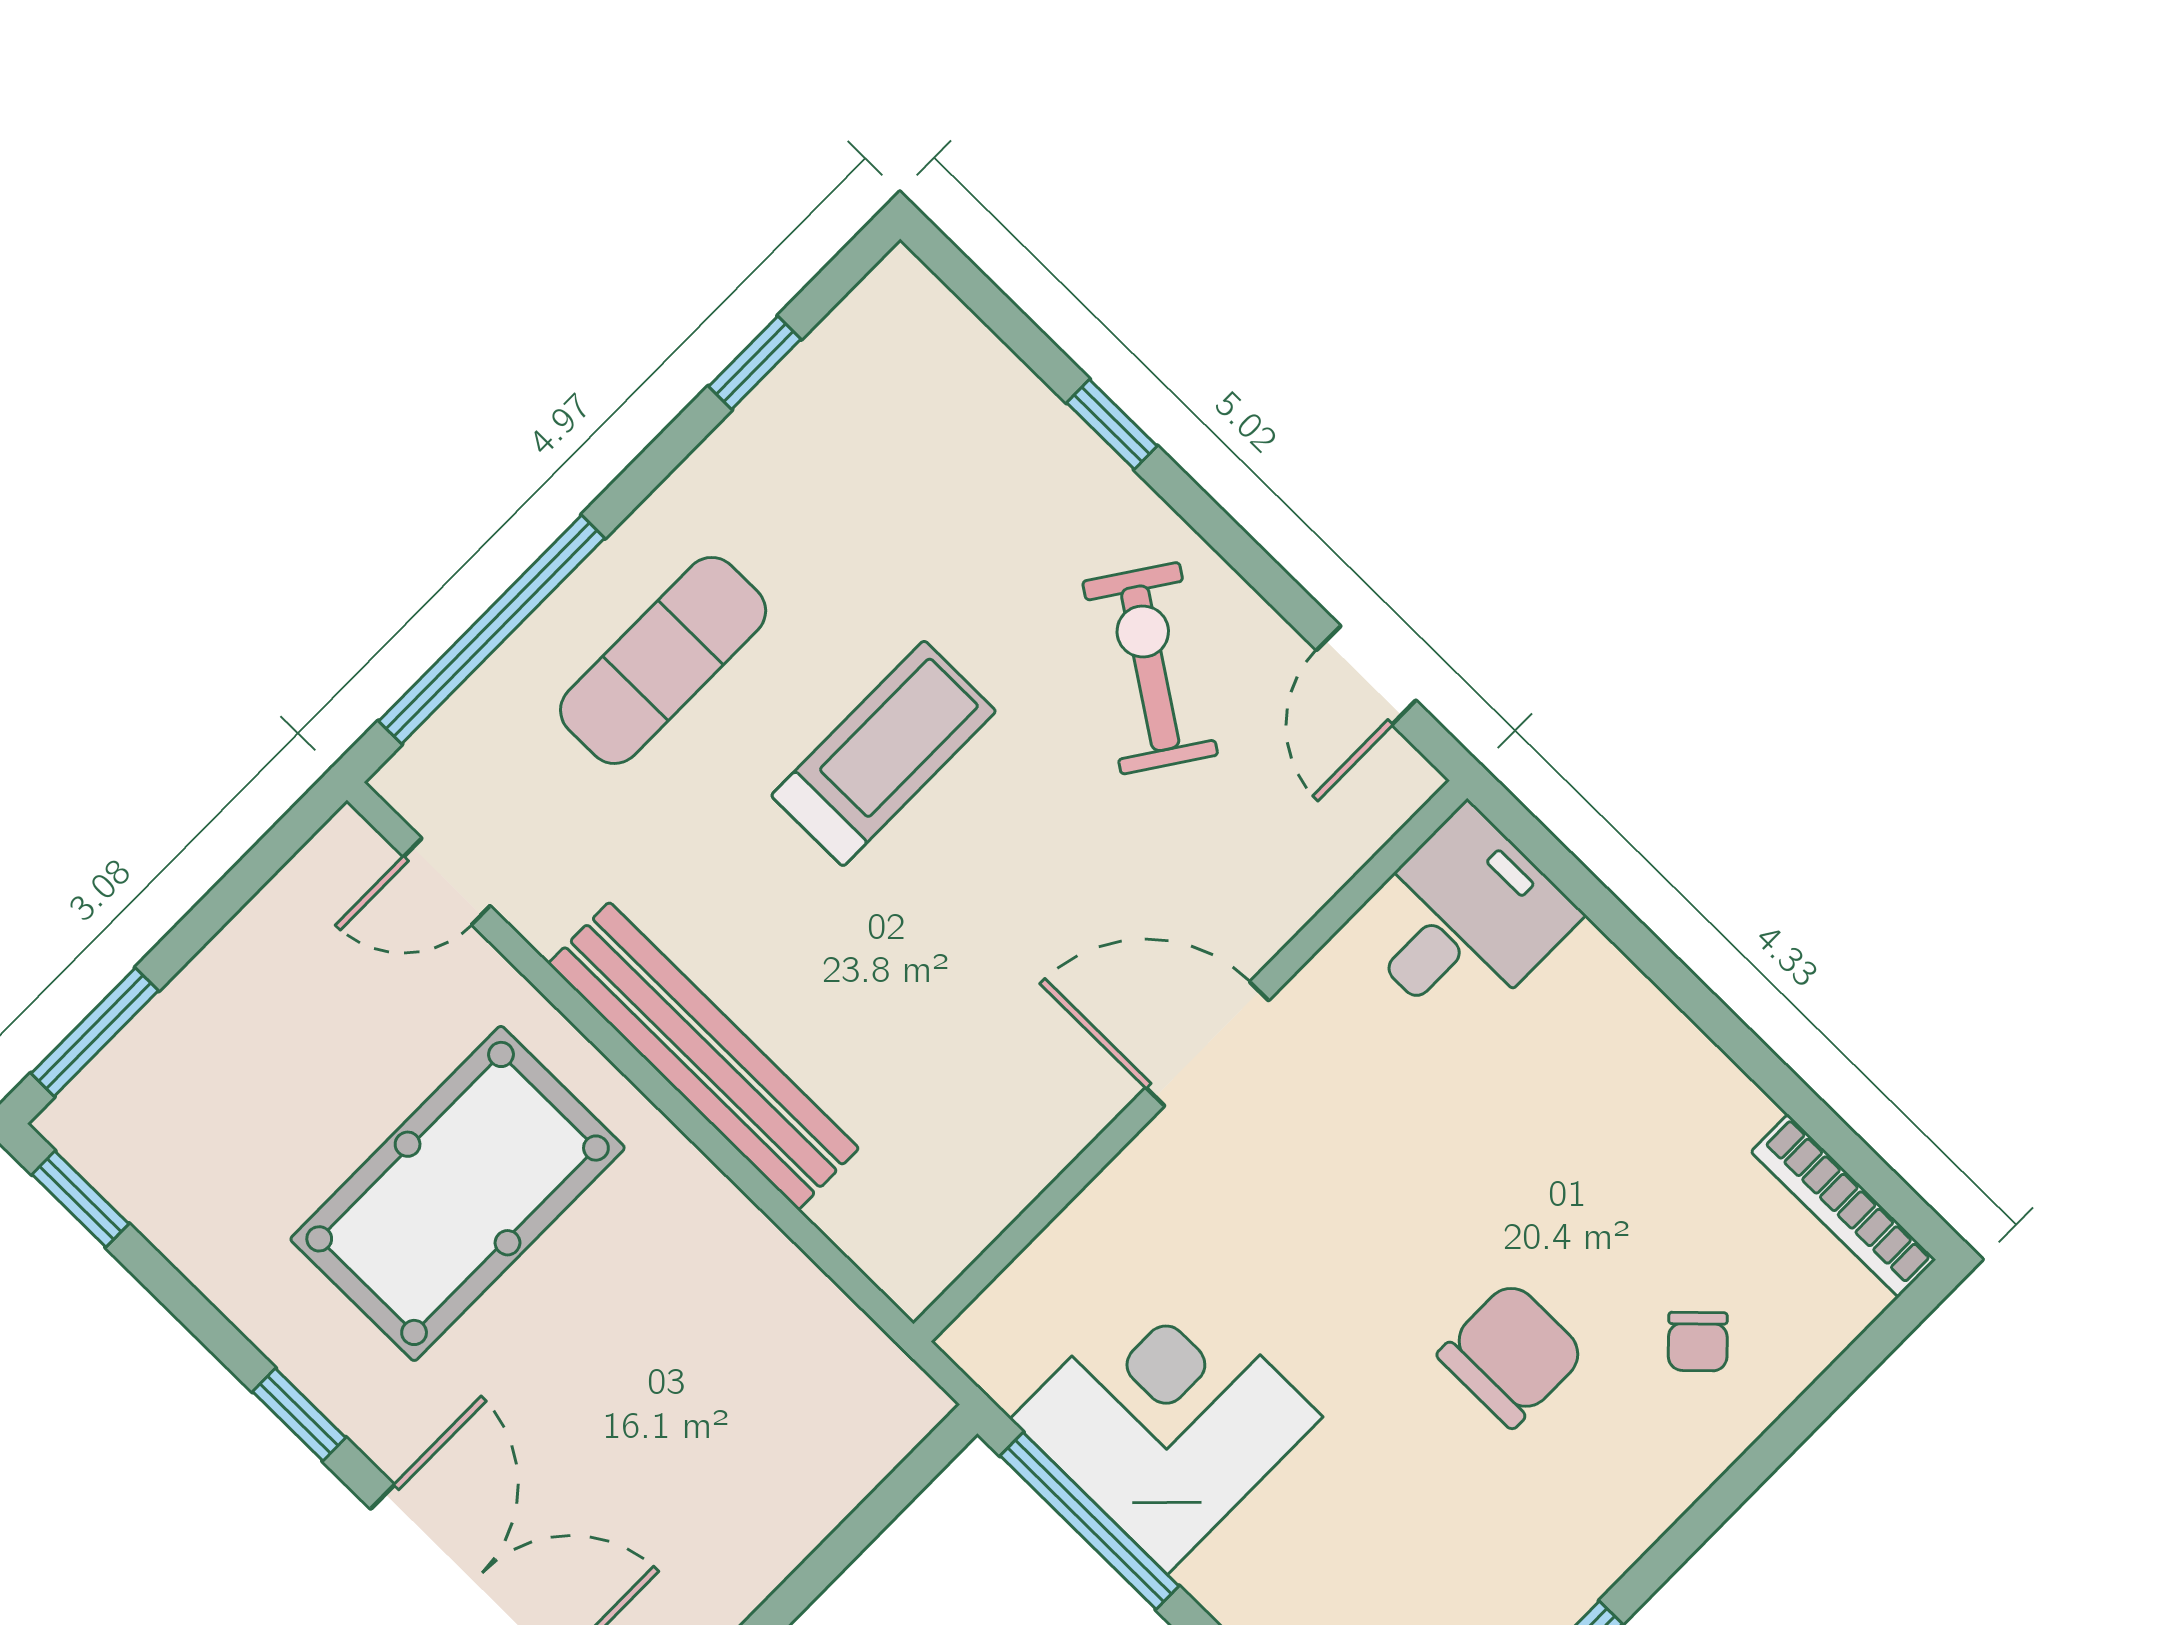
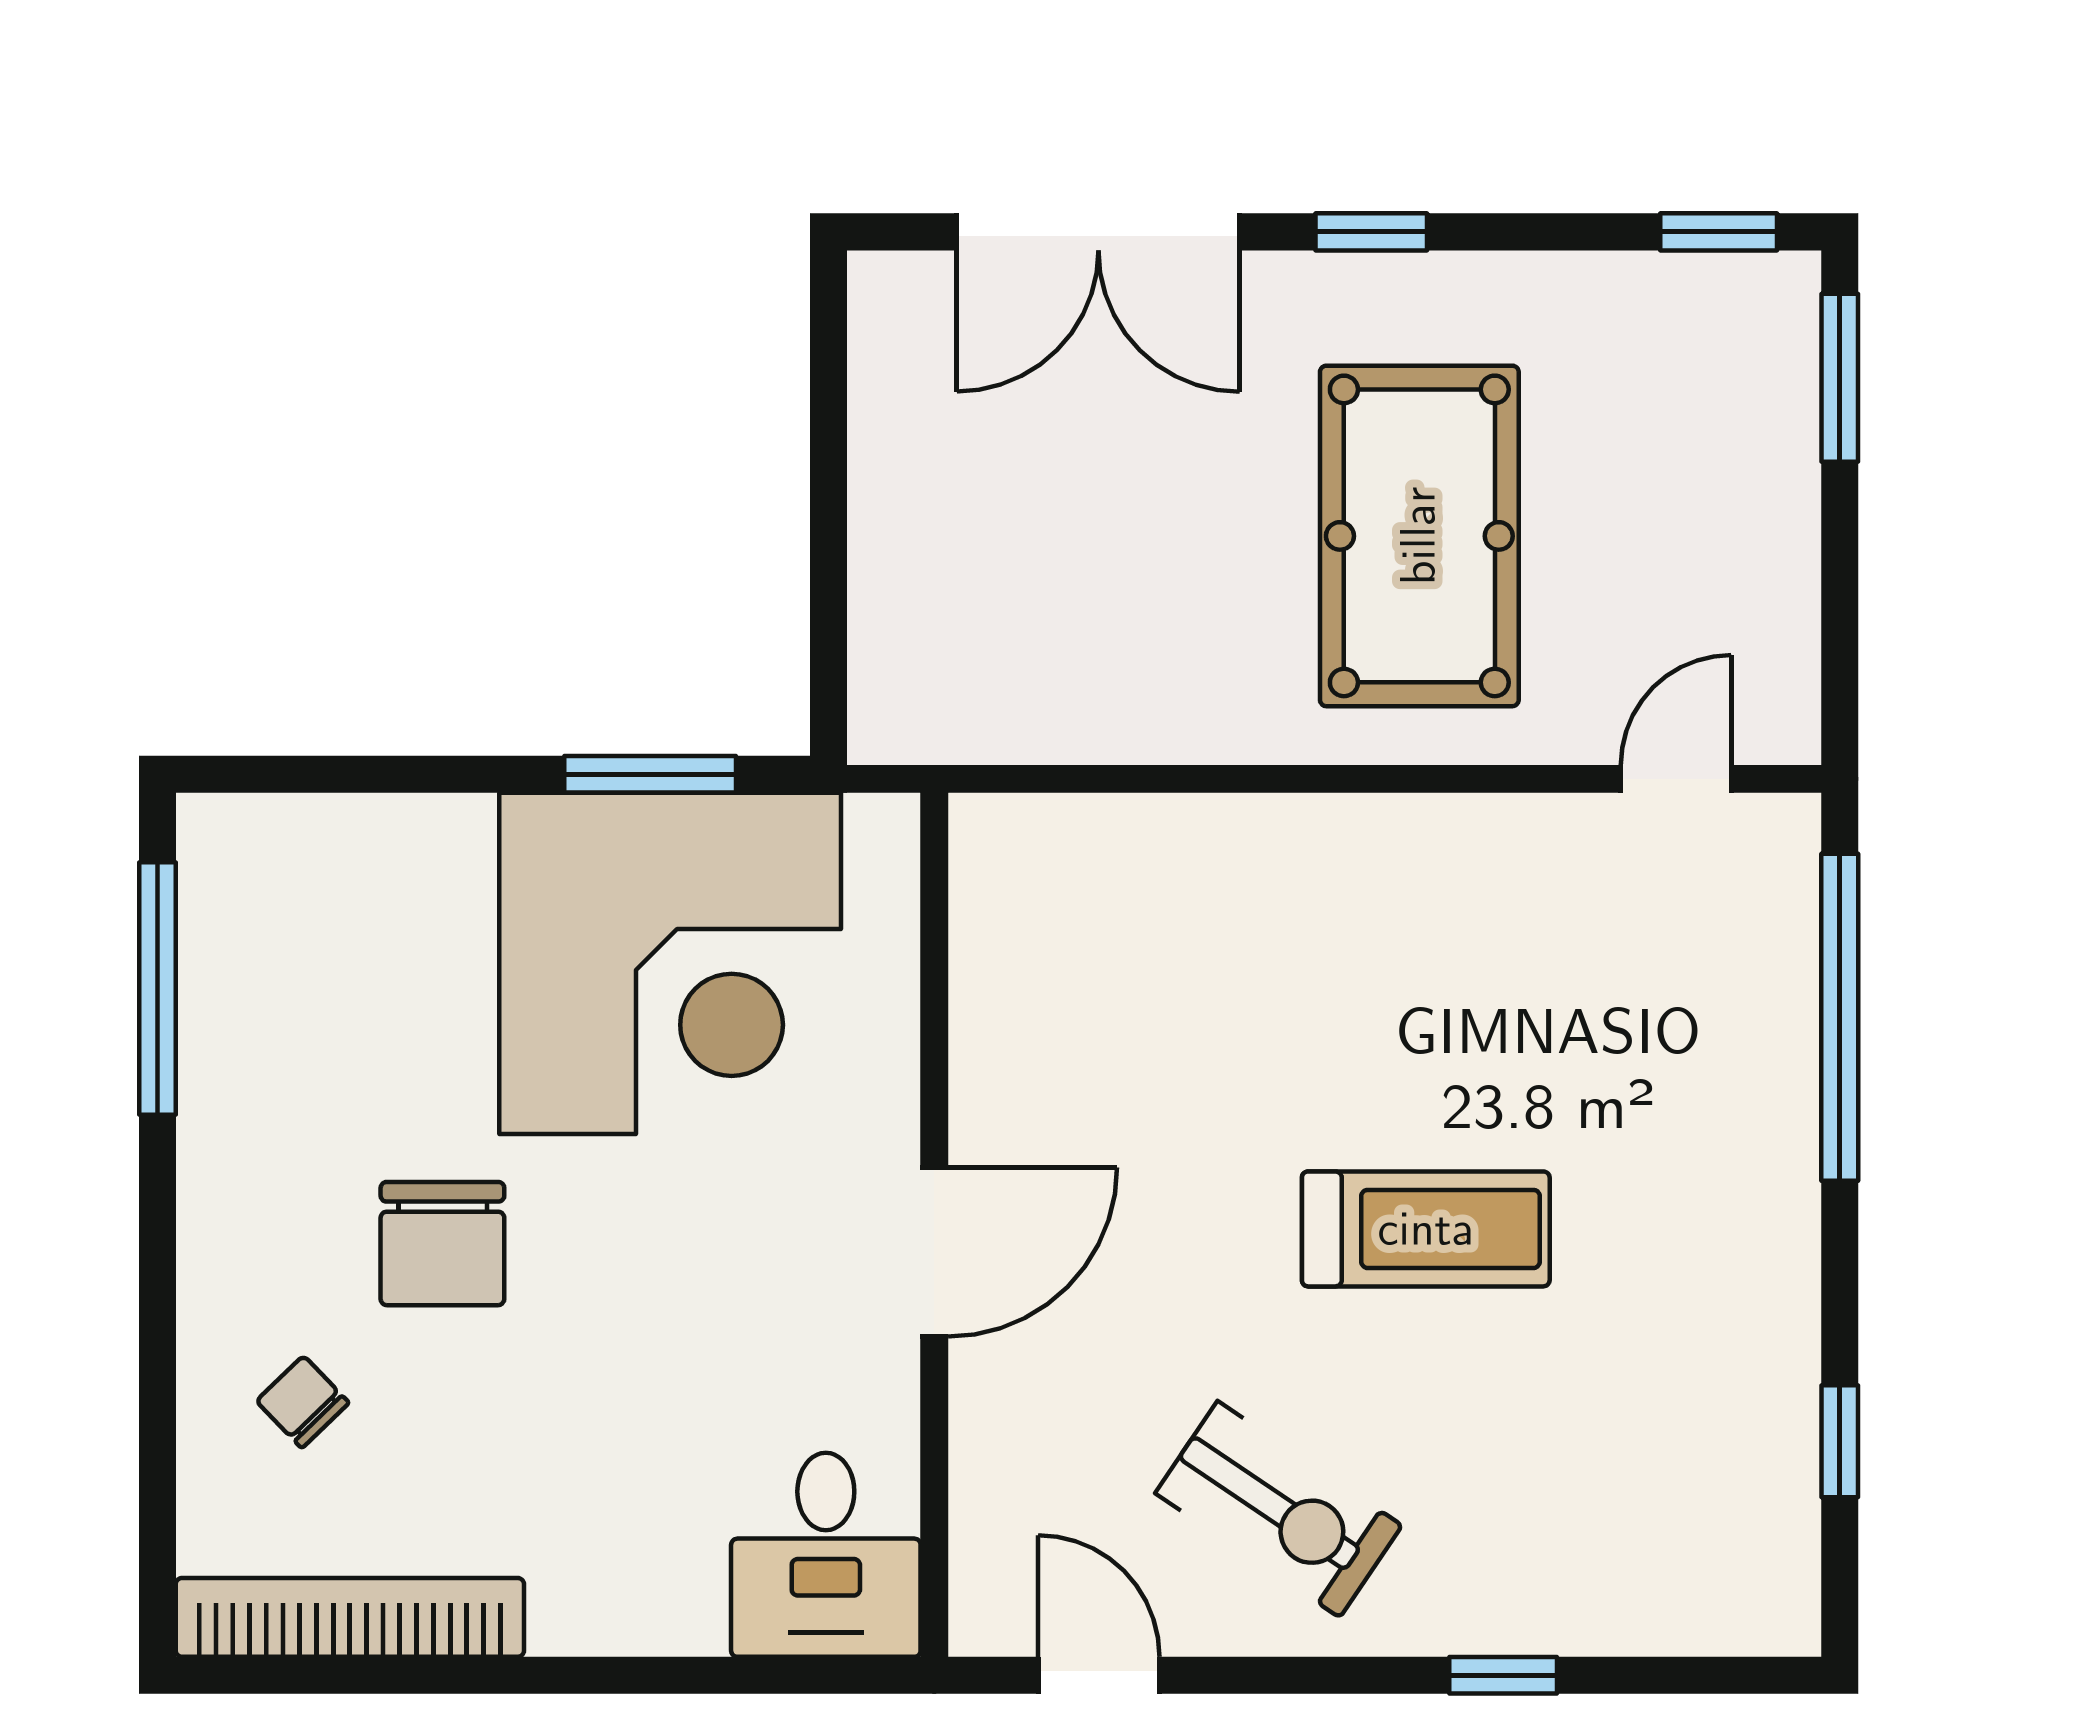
exercise mat: (663, 660) -> (1677, 1129), removed
treadmill: (884, 753) -> (1426, 1229), turned -90
bench: (704, 1056) -> (1330, 842), removed
bookcase: (1843, 1206) -> (350, 1617), width x1.48, depth x1.31
corner desk: (1166, 1418) -> (670, 963), width x1.36, depth x1.36
window: (1090, 1521) -> (650, 774), width x0.69

